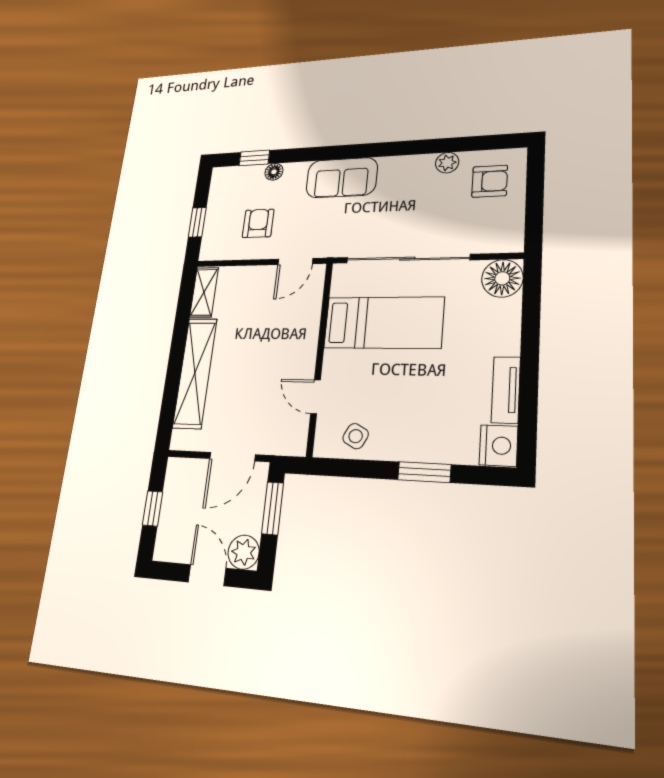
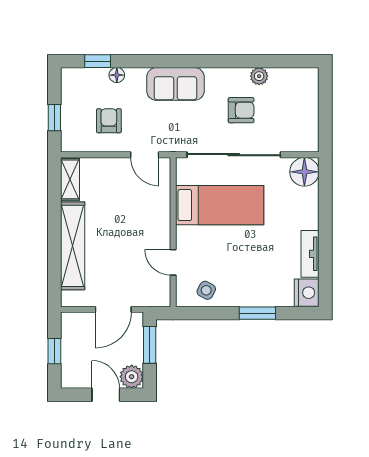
armchair: (490, 181) -> (241, 110), moved
door: (295, 261) -> (145, 155), hinge flipped

